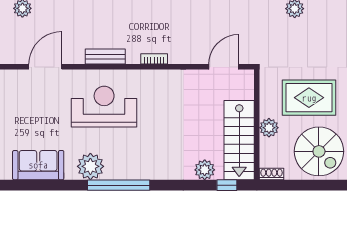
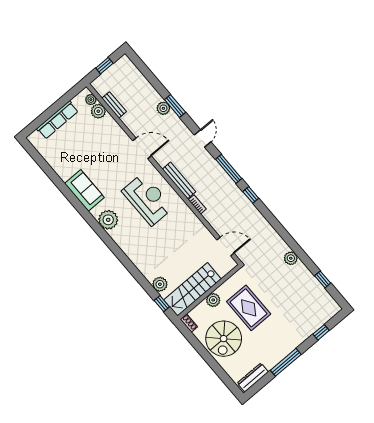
bench: (105, 57) -> (179, 180), width x1.36
window: (119, 185) -> (111, 244), removed

